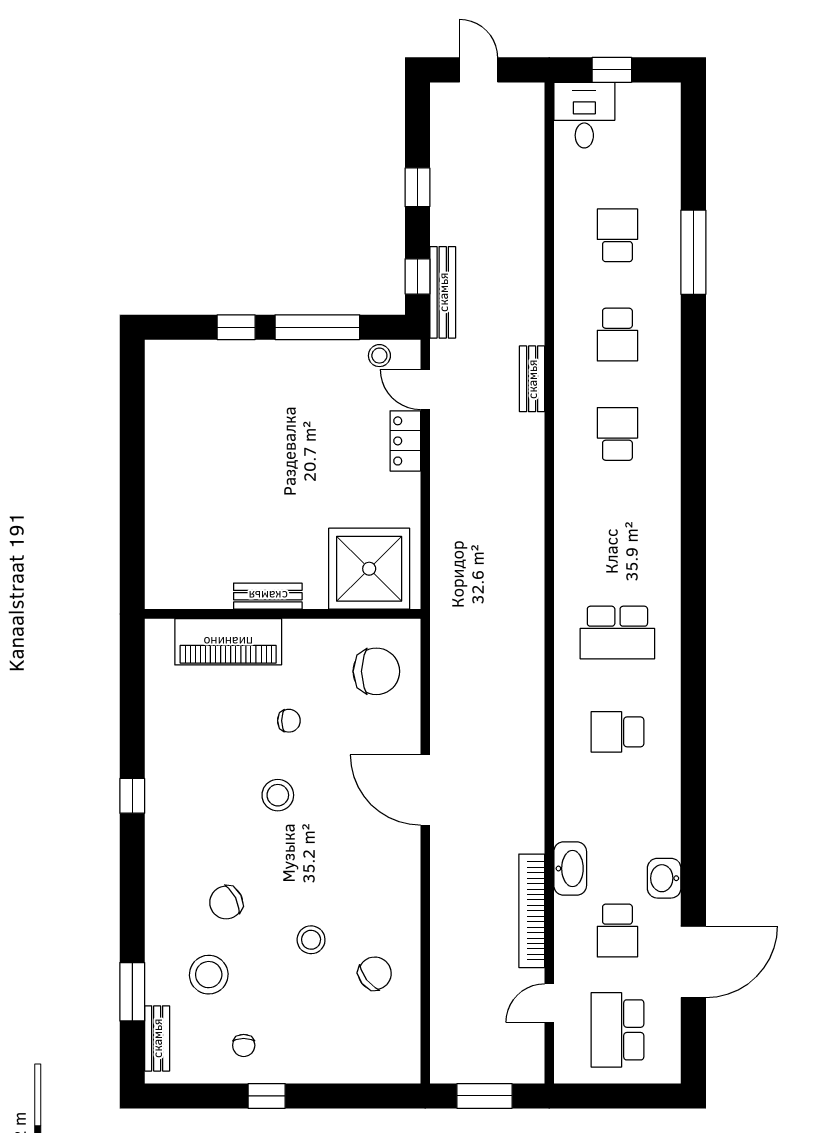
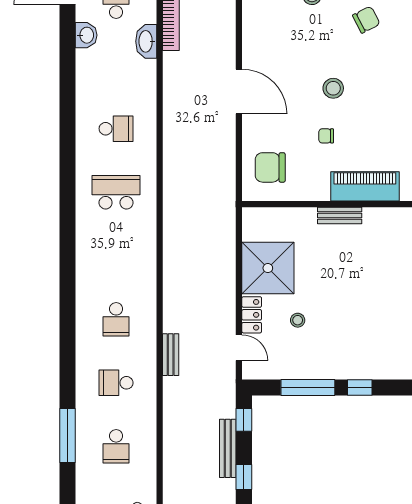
bench: (443, 292) -> (228, 448), moved
school desk: (617, 335) -> (116, 383), turned -90
stool: (379, 356) -> (298, 320), moved
shower: (369, 569) -> (268, 268), moved

